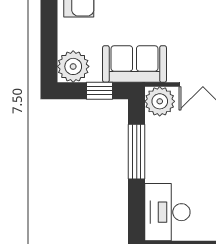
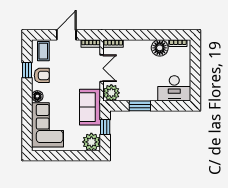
window: (137, 152) -> (140, 106), width x0.69

